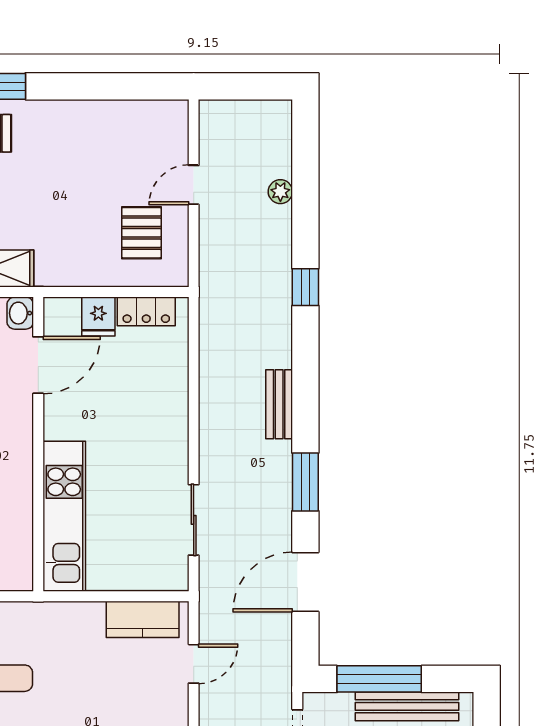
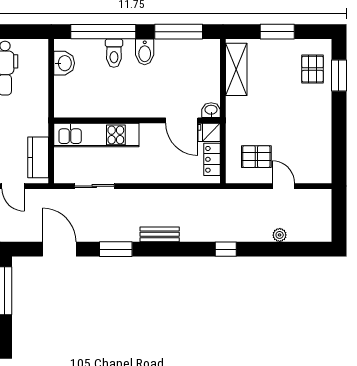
washbasin: (20, 313) -> (211, 110), moved
door: (38, 365) -> (182, 120), moved
wall: (38, 444) -> (137, 120), moved
kitchen unit: (64, 516) -> (96, 135), moved

